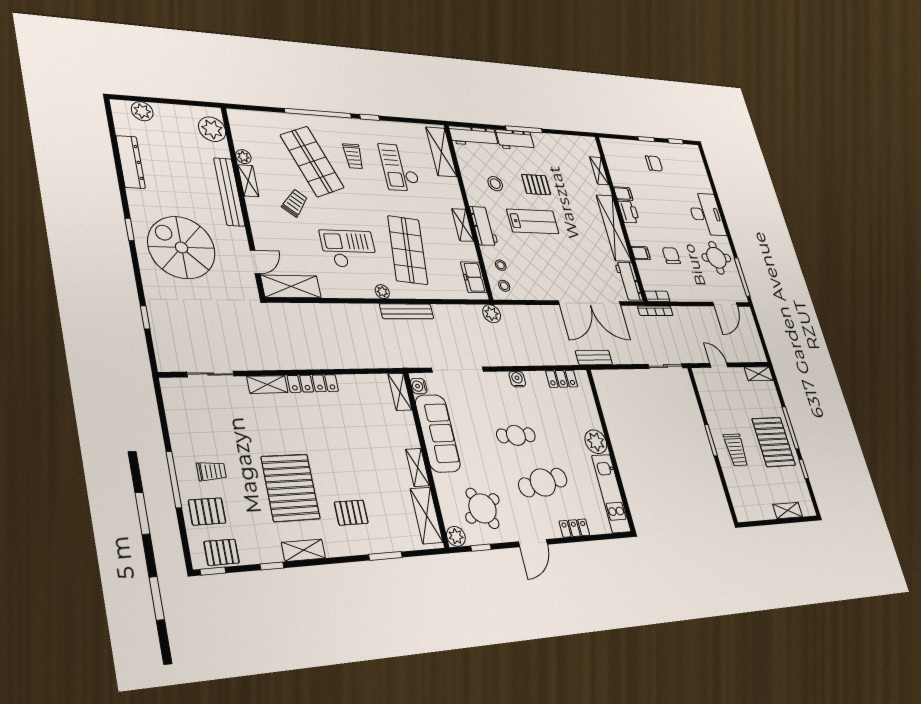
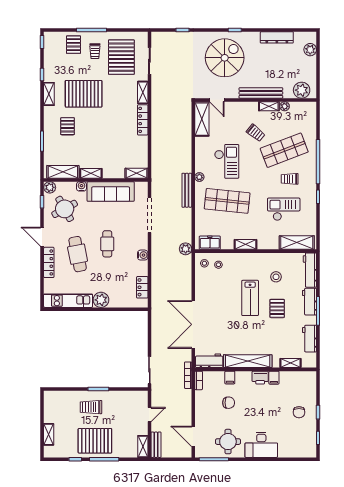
workbench: (484, 226) -> (309, 339), moved, turned 90
bench: (594, 358) -> (156, 445), moved
water cooler: (419, 386) -> (81, 186), moved
locker: (574, 528) -> (49, 262), width x1.53
pallet: (222, 552) -> (121, 57), moved, width x2.05, depth x2.00

